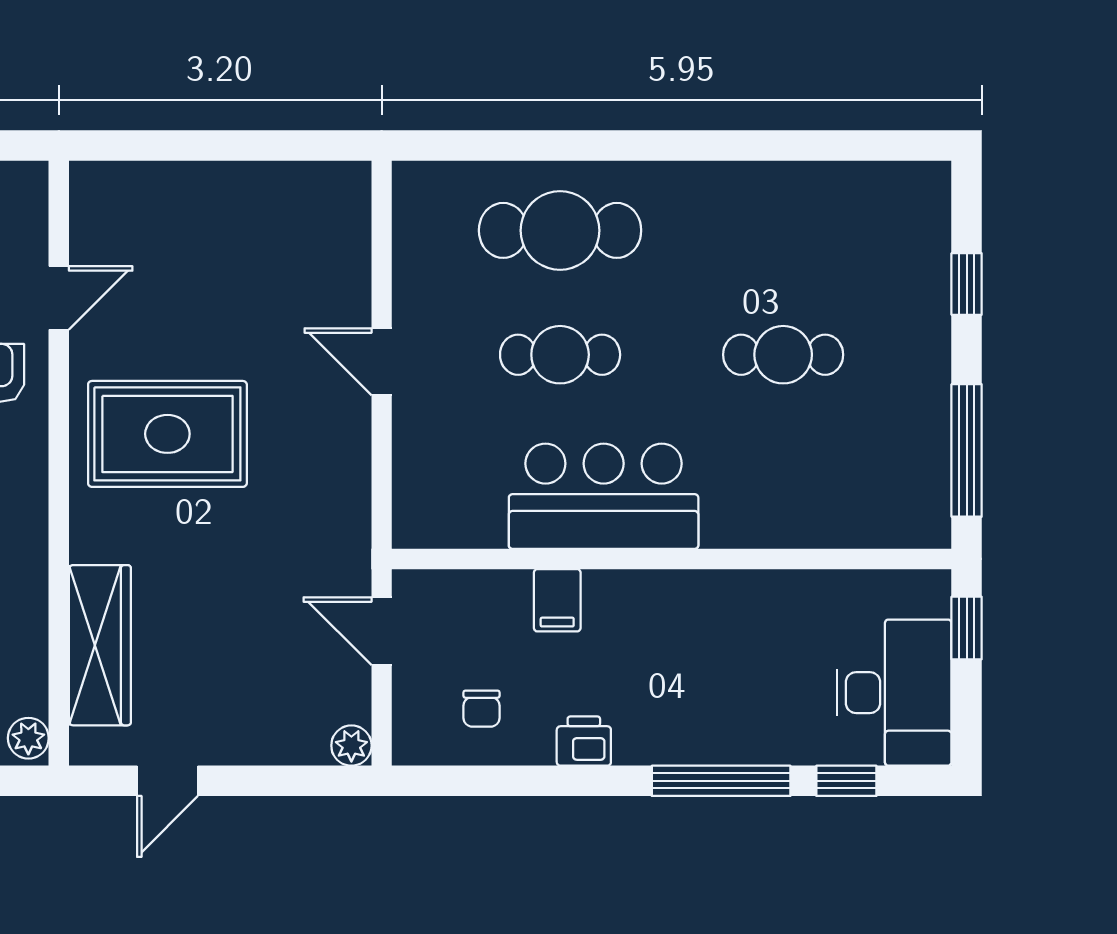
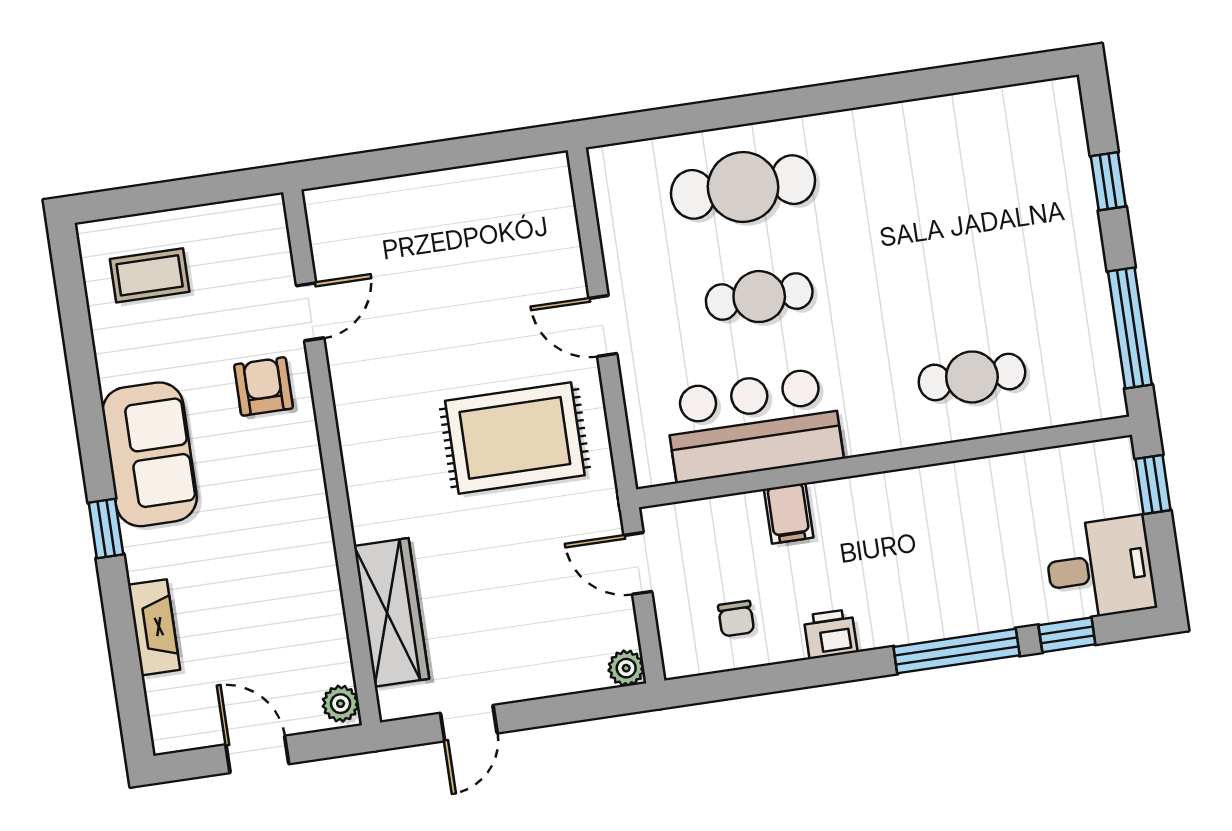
cafe table: (783, 355) -> (972, 377), moved
rug: (167, 434) -> (515, 438), moved
bar counter: (604, 496) -> (754, 425), moved
desk: (894, 693) -> (1100, 568), width x0.73

